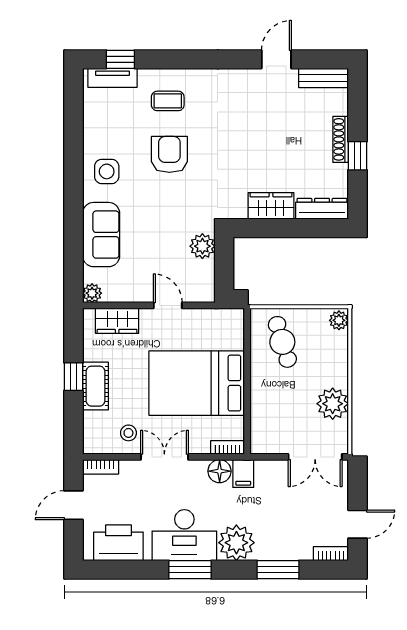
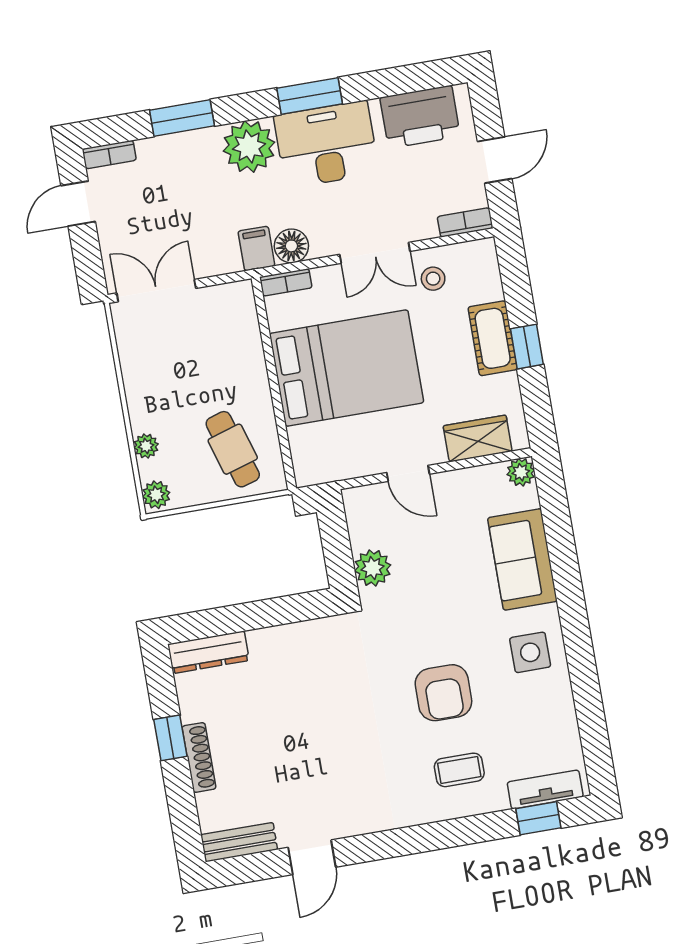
wardrobe: (271, 206) -> (283, 644), removed
plant: (333, 404) -> (146, 446), moved, width x0.53, depth x0.53

